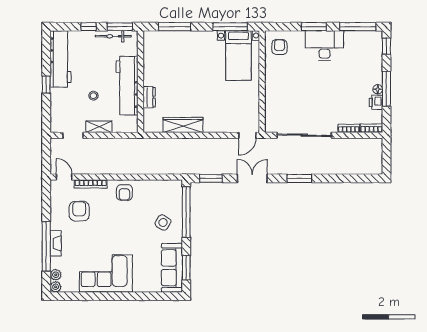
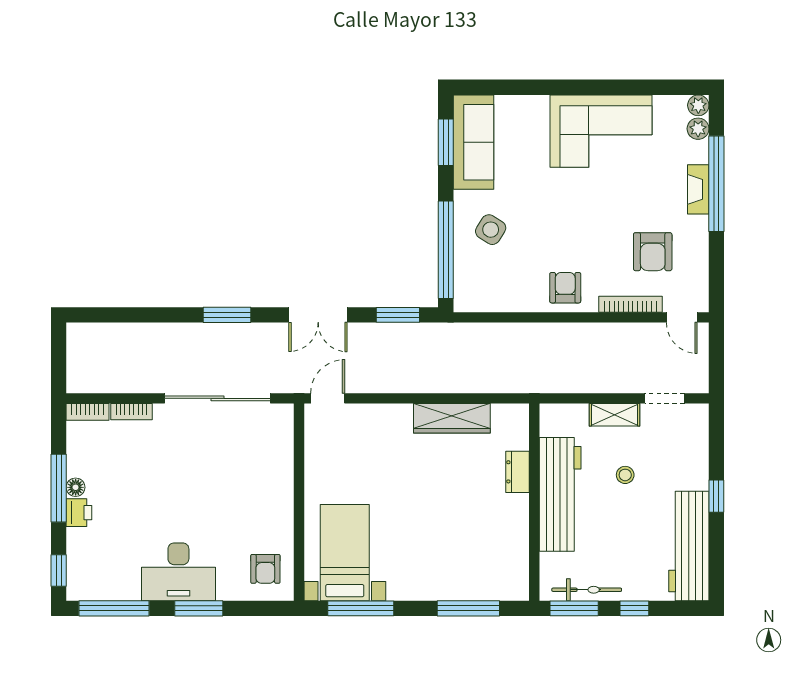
printer: (376, 102) -> (79, 513), moved

